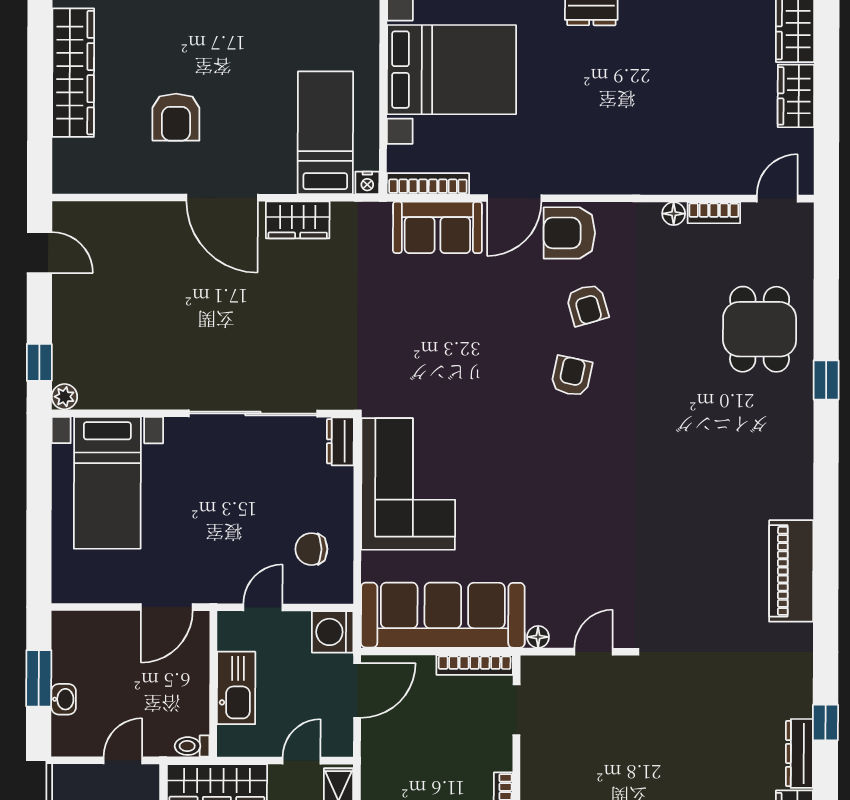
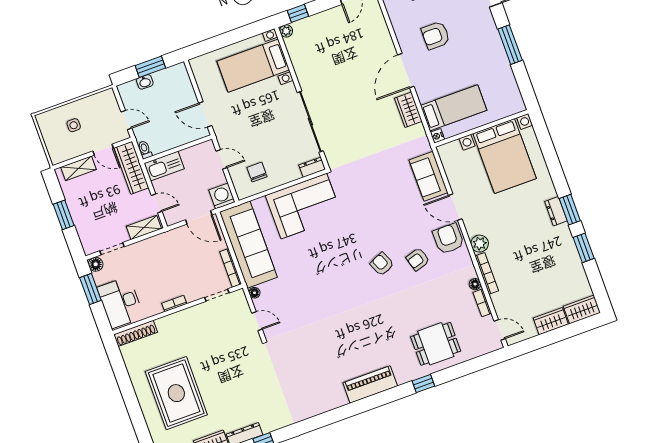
plant: (600, 177) -> (480, 244), added
bookcase: (428, 184) -> (487, 273), moved
armchair: (572, 376) -> (382, 264), turned -126
piano: (791, 571) -> (370, 384), moved
kitchen sink: (236, 688) -> (164, 166), moved

